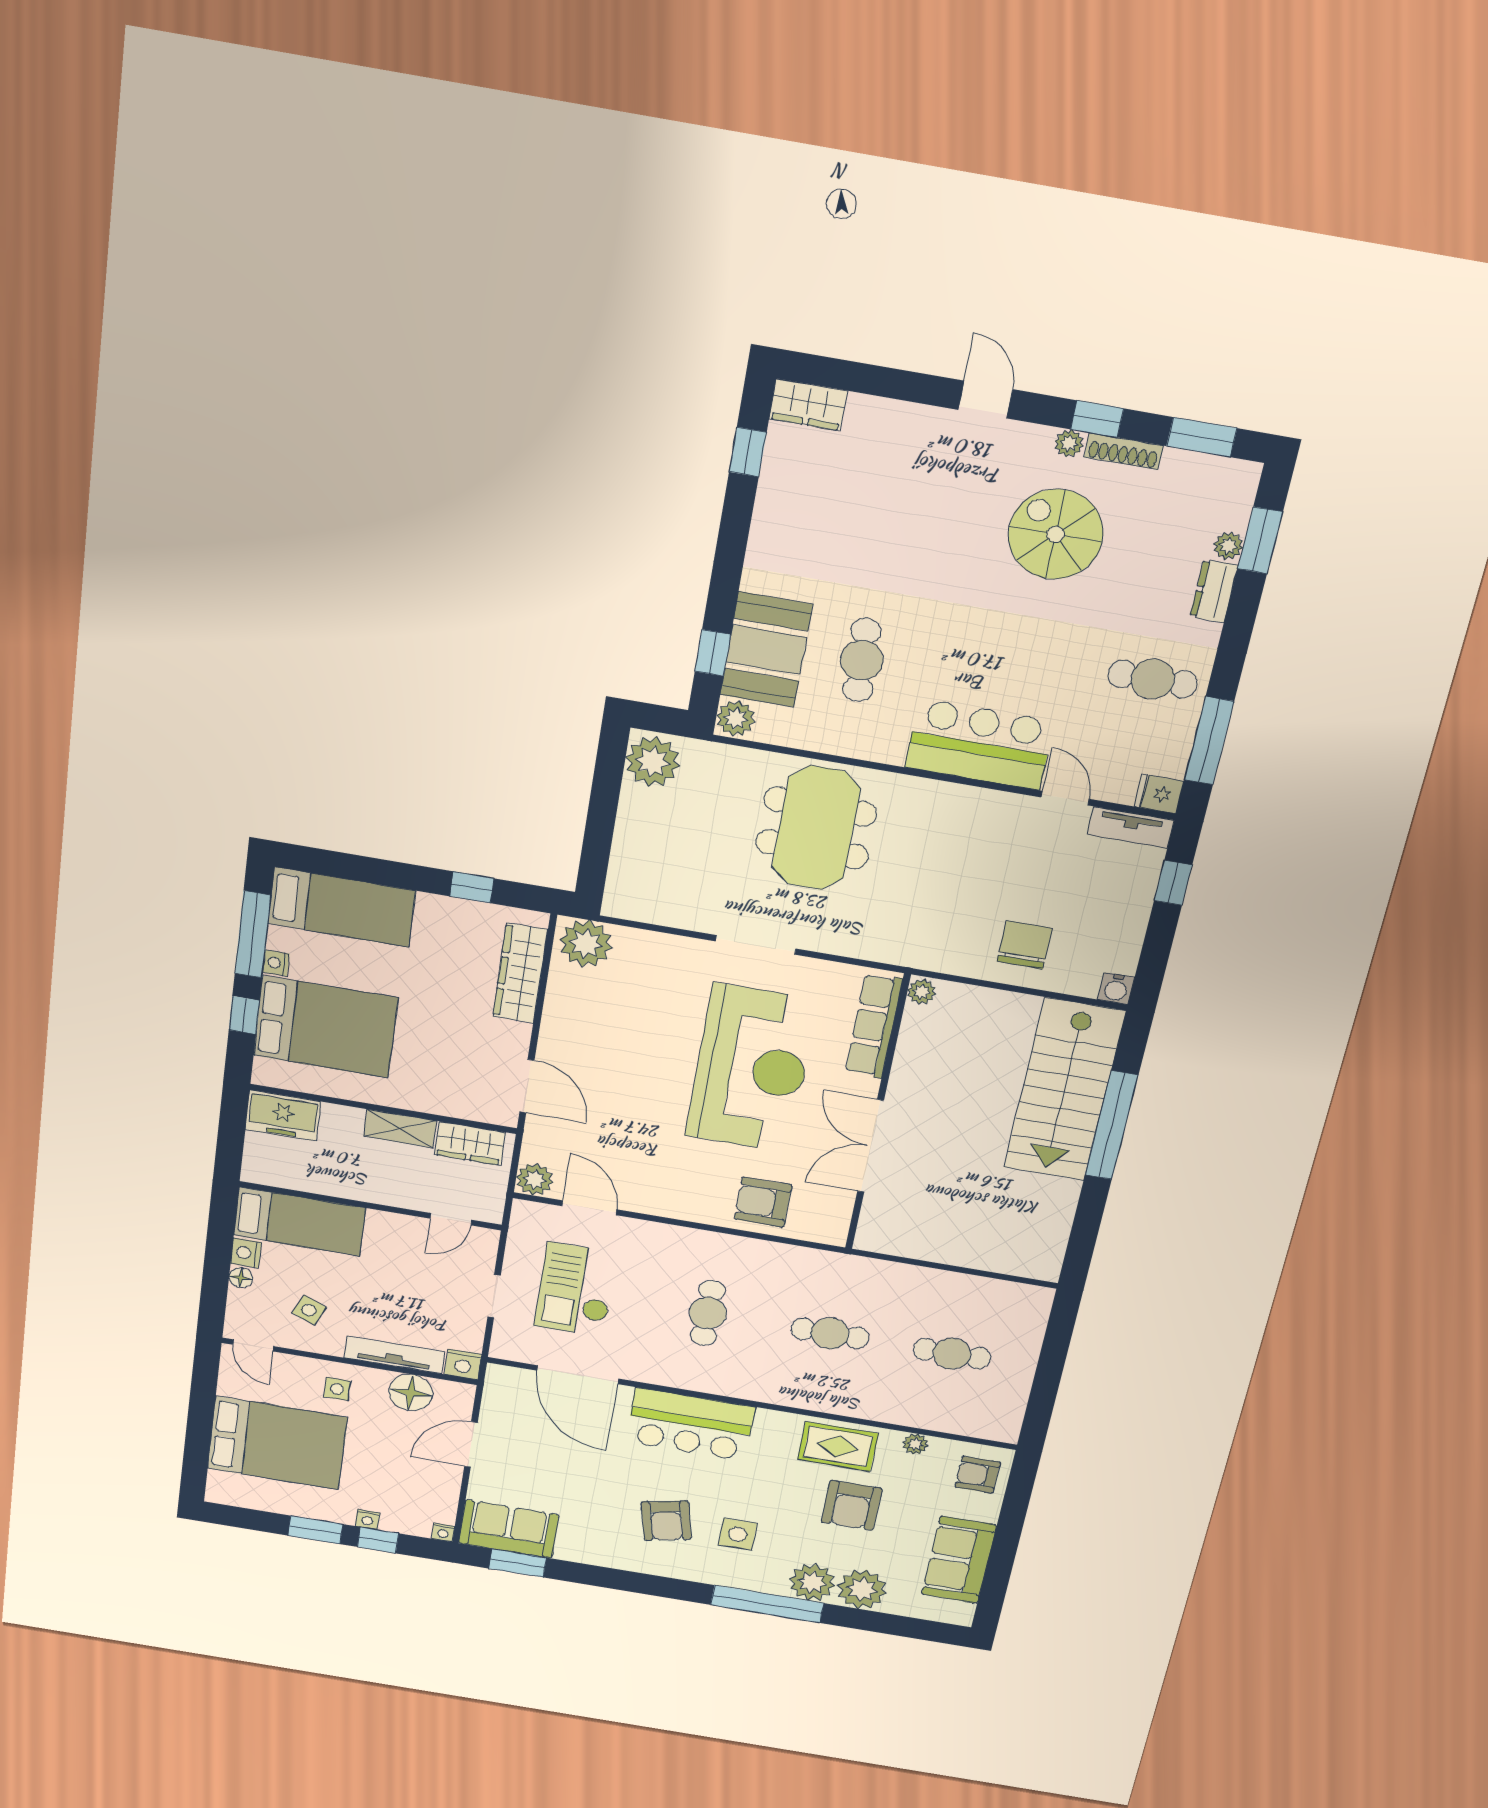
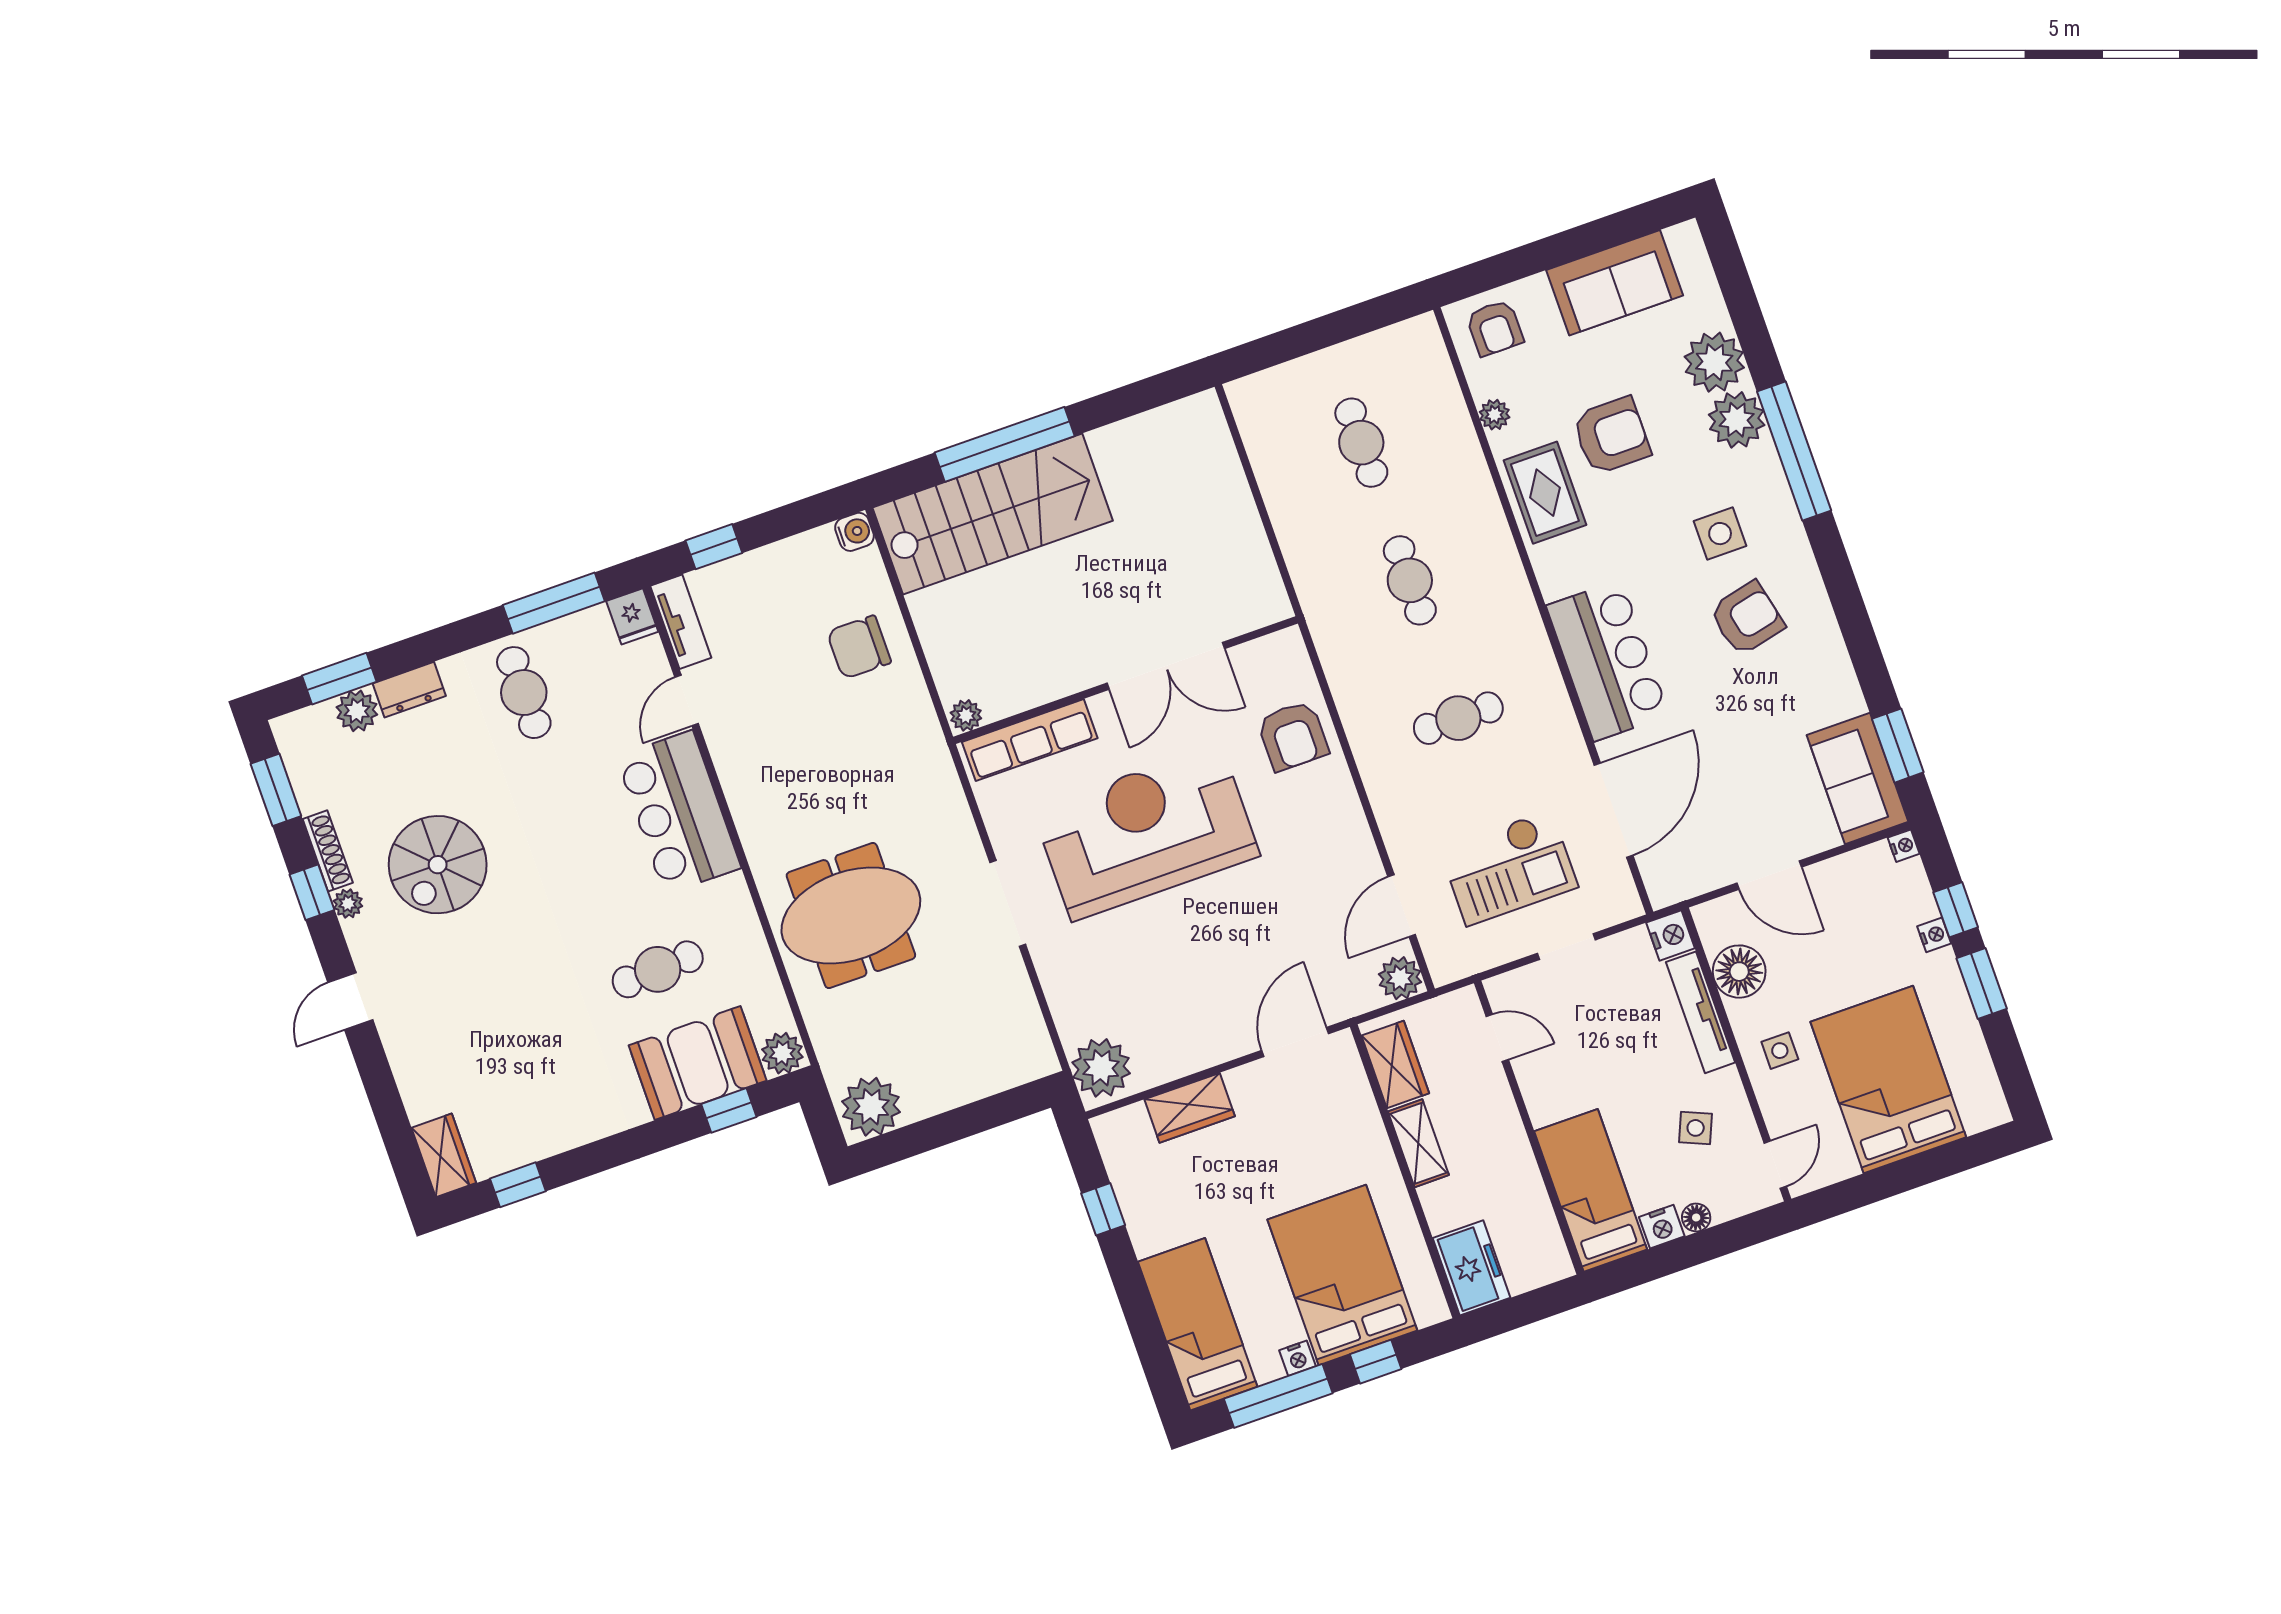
plant: (1228, 546) -> (357, 711), width x1.38, depth x1.38
wardrobe: (520, 973) -> (1190, 1108), width x0.67

